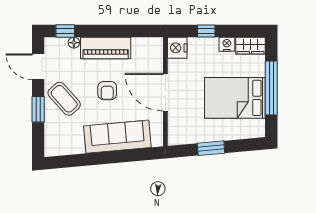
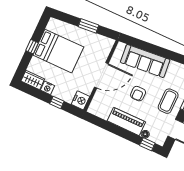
window: (271, 88) -> (32, 47), width x0.32
armchair: (107, 91) -> (138, 94), turned 180
door: (165, 92) -> (101, 75), hinge flipped
coffee table: (64, 99) -> (168, 101), turned 42

